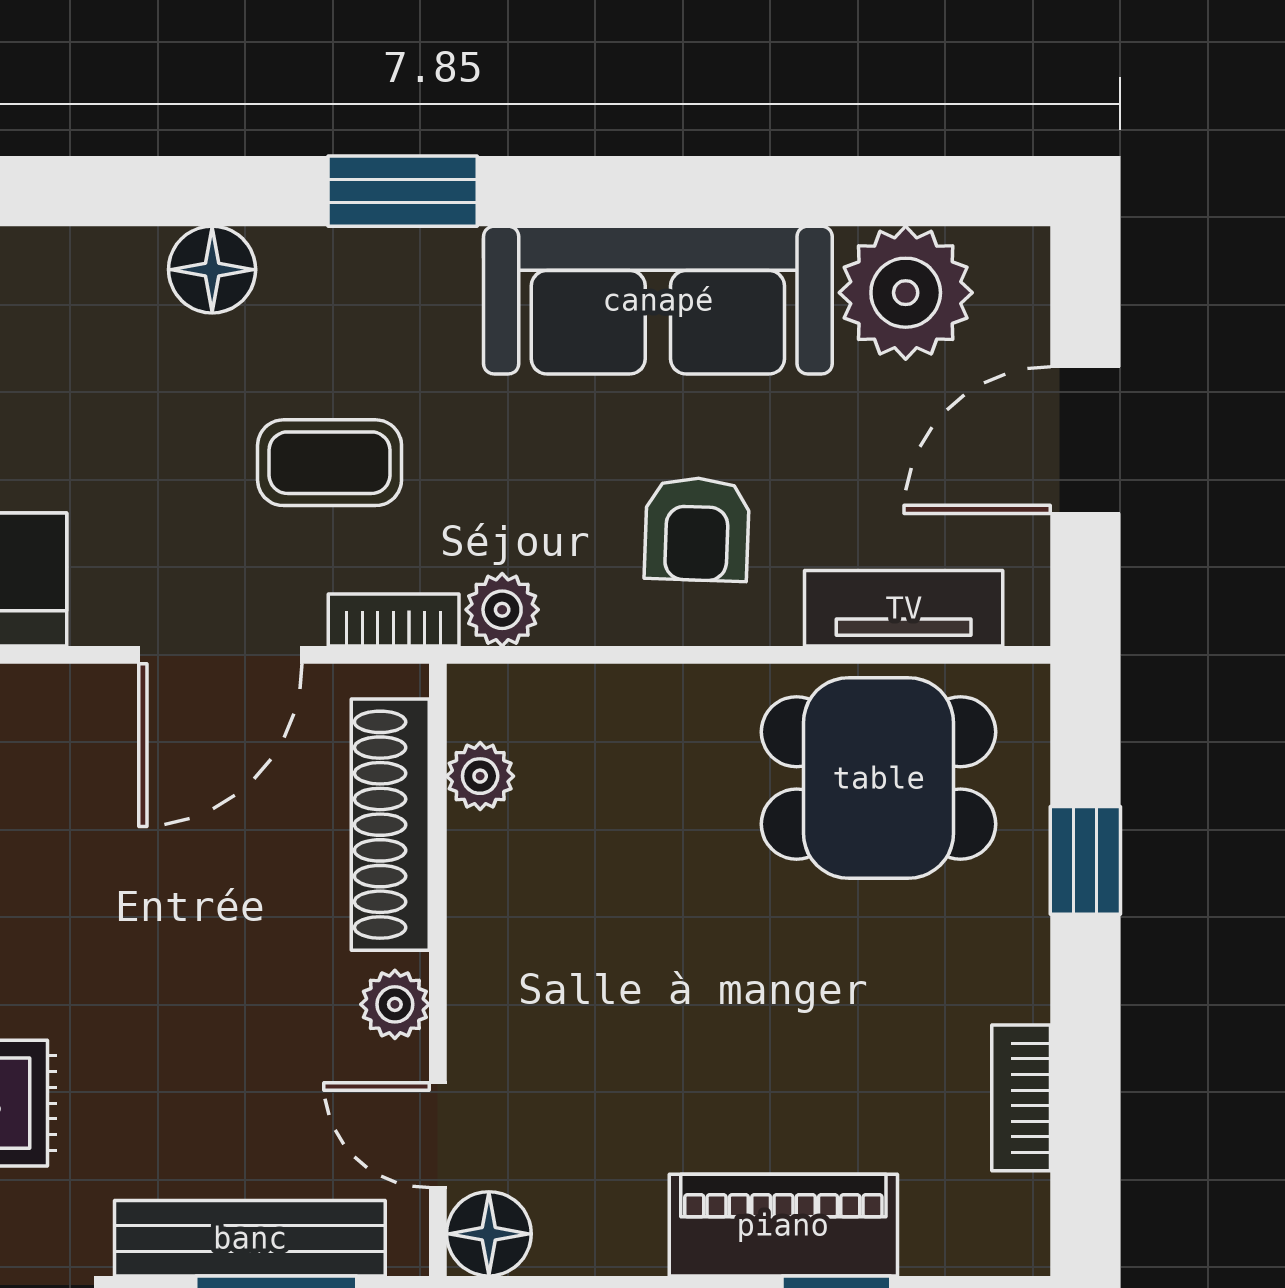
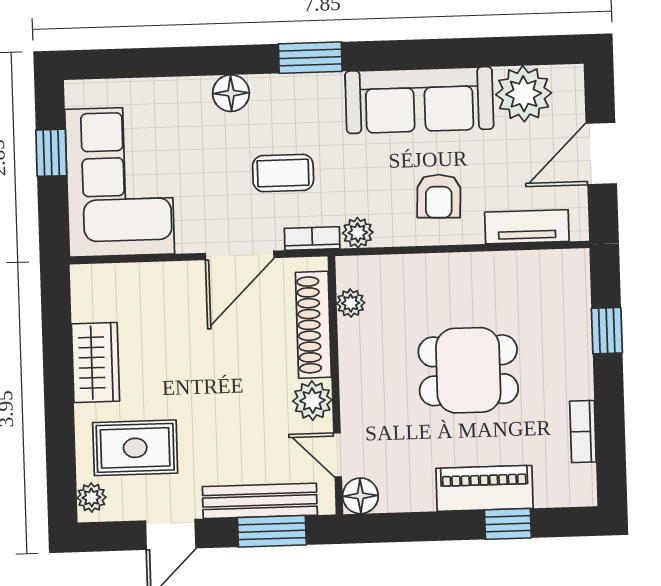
dining table: (879, 778) -> (468, 370), moved
plant: (395, 1004) -> (312, 401), width x1.38, depth x1.38

